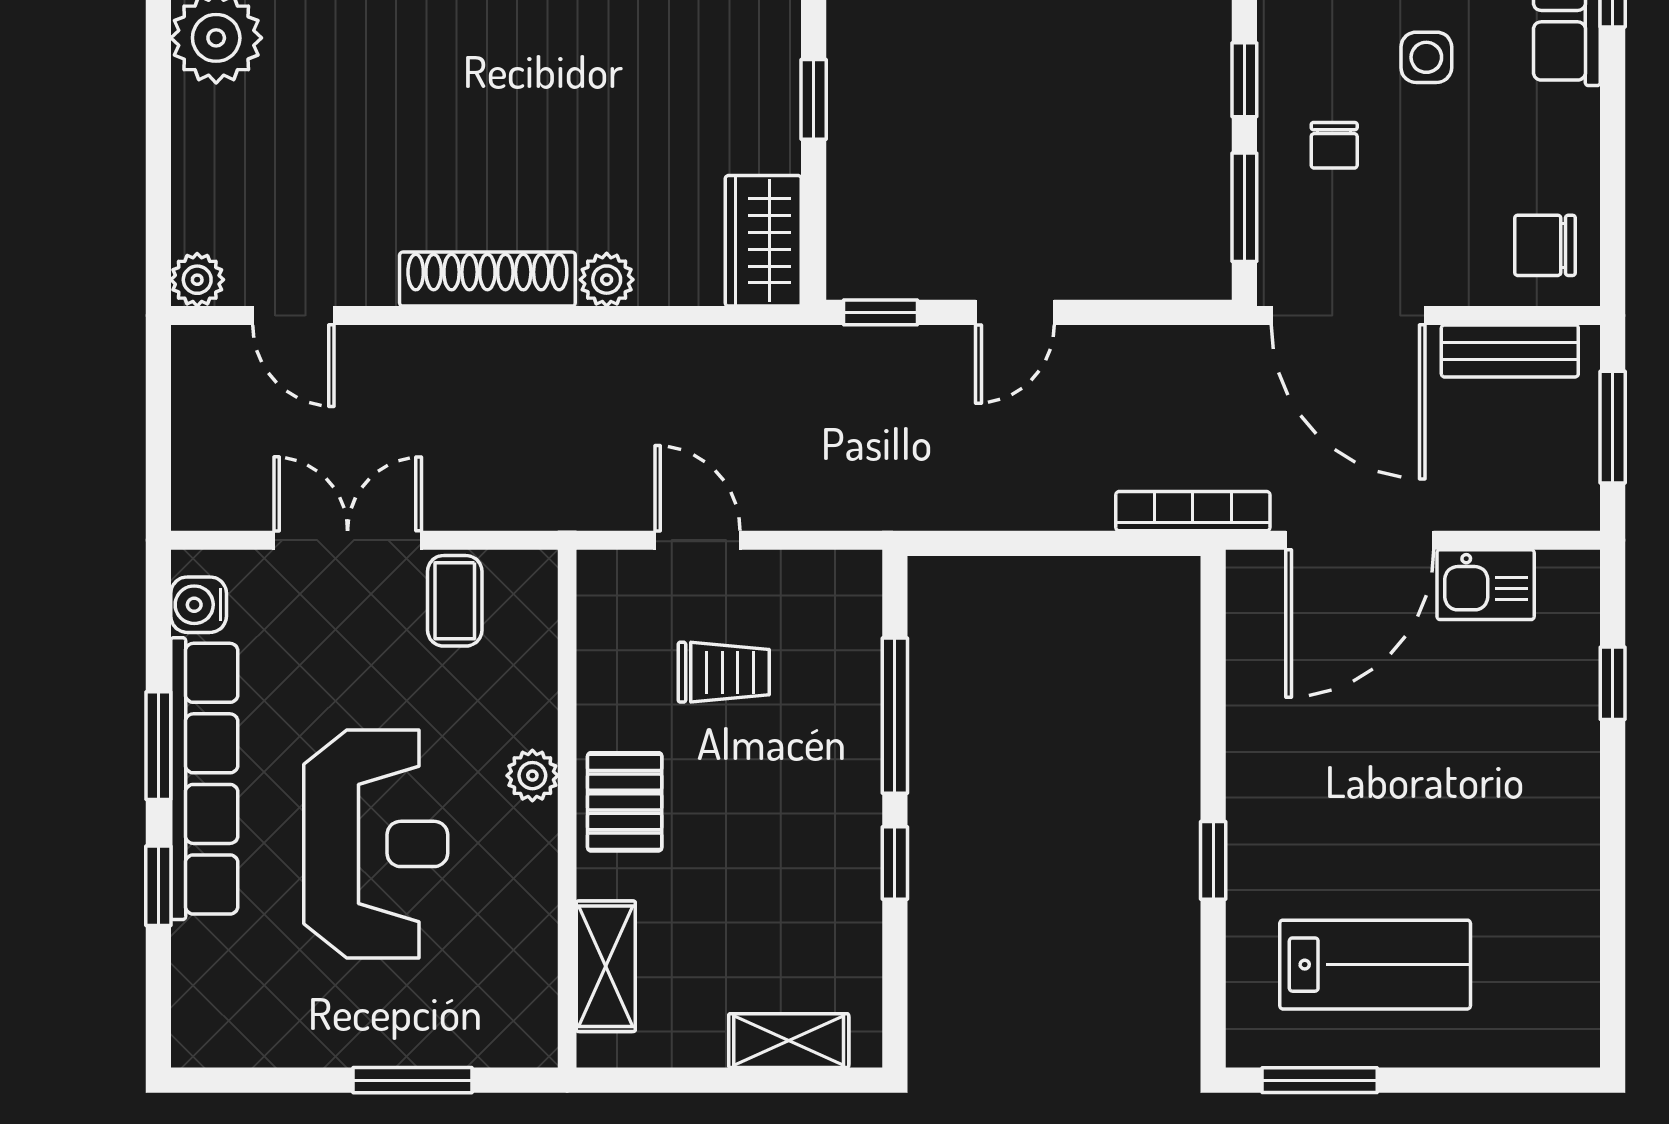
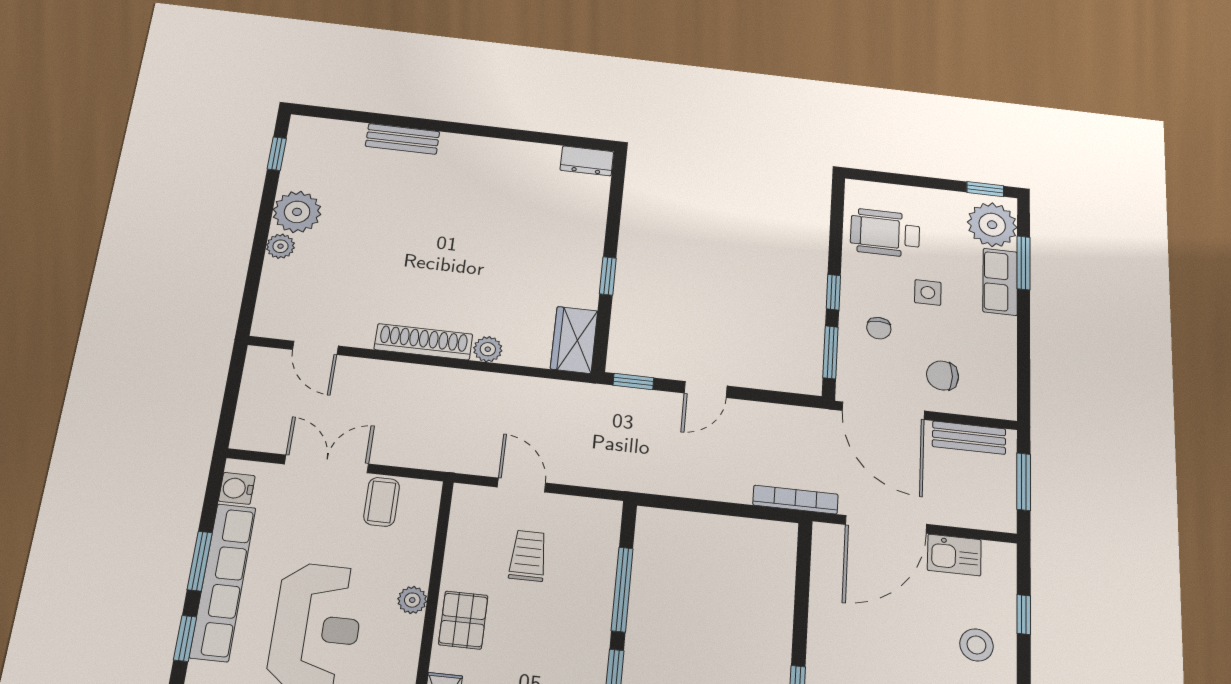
chair: (1545, 245) -> (943, 376), moved
plant: (197, 280) -> (280, 246), moved
trolley: (724, 672) -> (528, 556), turned -90
stool: (1528, 749) -> (976, 645), added

